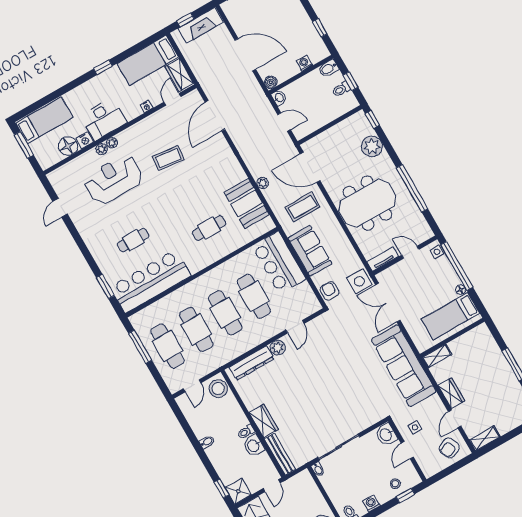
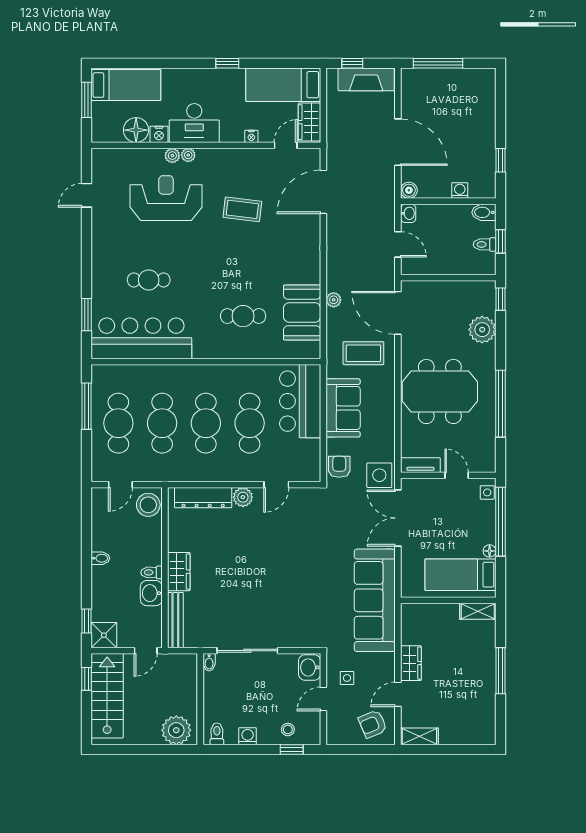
shelving: (437, 356) -> (478, 611), moved

